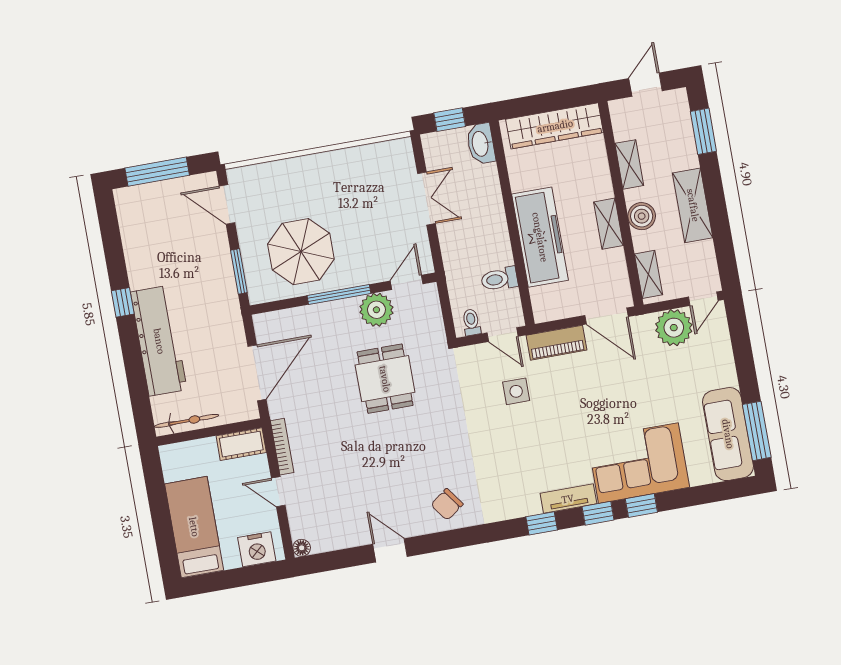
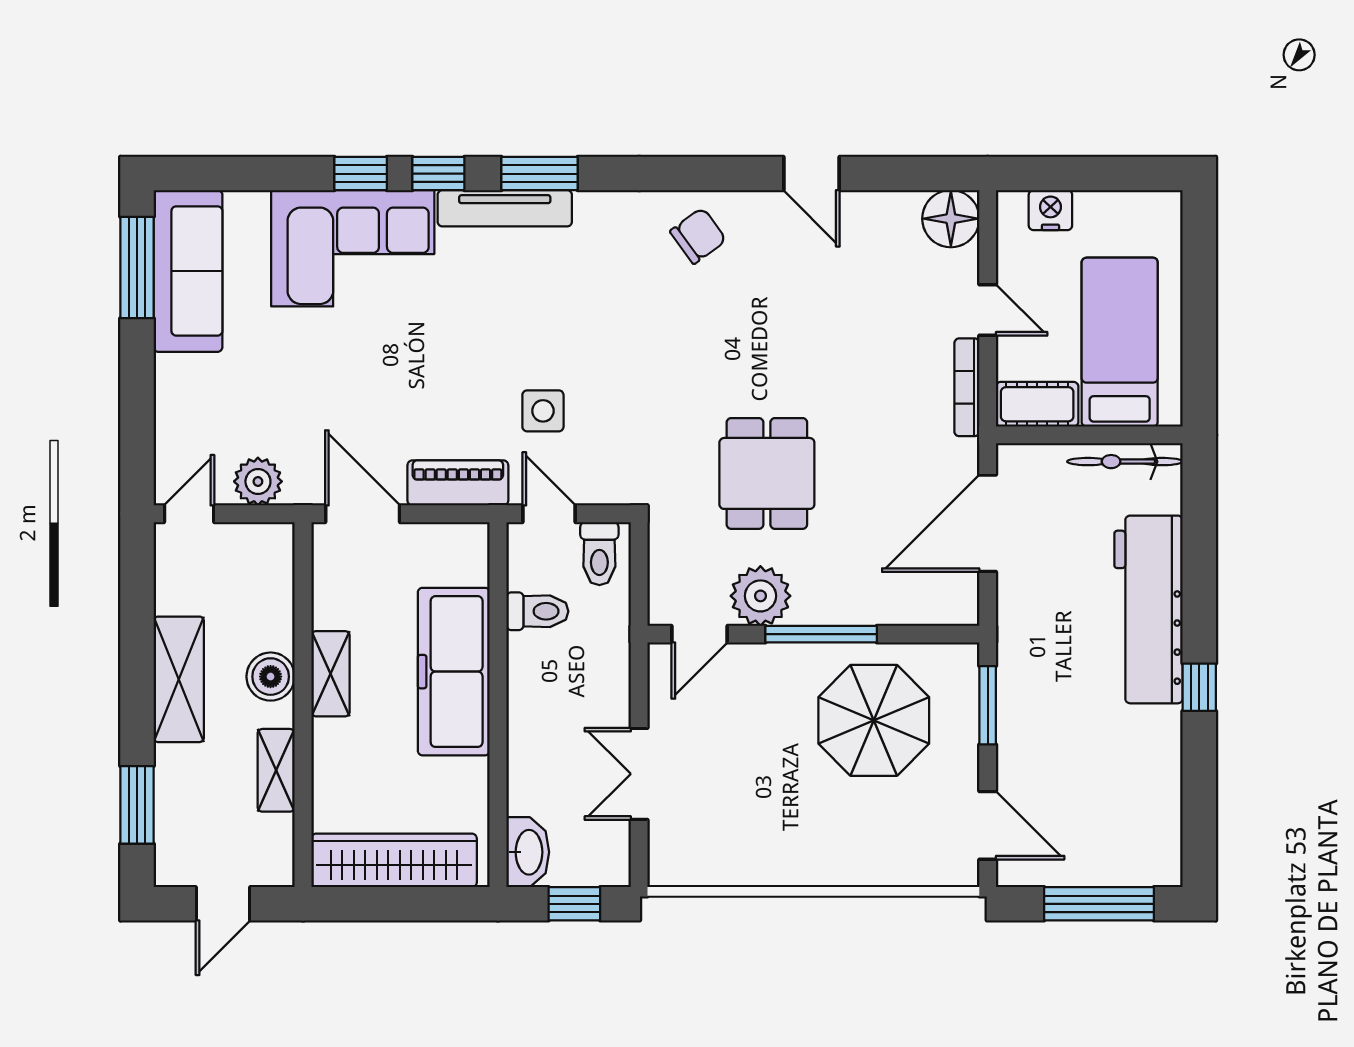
shelving: (649, 274) -> (277, 573), removed
toilet: (471, 322) -> (599, 554), width x1.37, depth x1.39
plant: (674, 328) -> (258, 481), width x0.73, depth x0.73
tv unit: (568, 499) -> (505, 208), width x1.41
window: (542, 523) -> (540, 174), width x1.50
bed: (194, 527) -> (1120, 342), moved, turned 180
floor lamp: (302, 548) -> (951, 219), width x1.89, depth x1.89
nightstand: (257, 549) -> (1050, 210), width x0.74, depth x0.75

